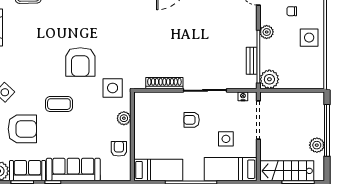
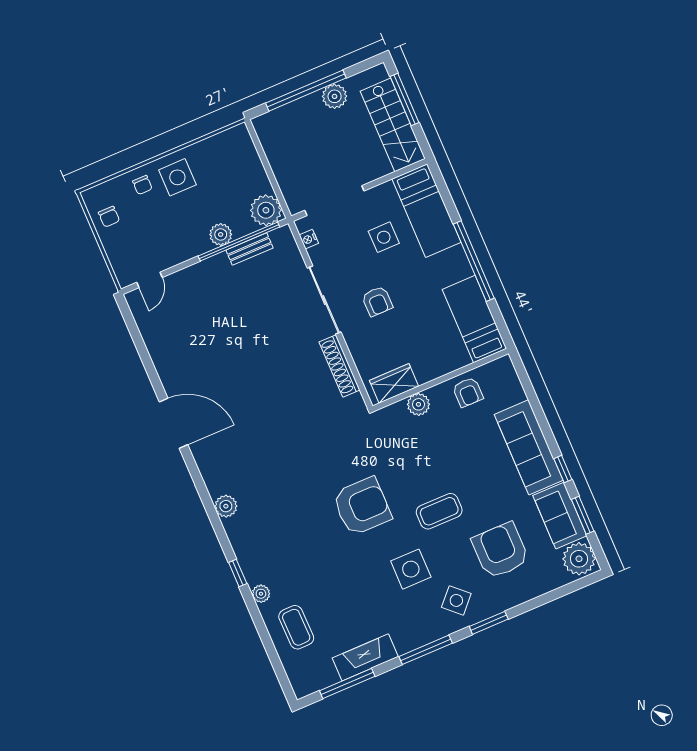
chair: (292, 11) -> (142, 185), moved
plant: (267, 32) -> (221, 234), moved
side table: (113, 88) -> (411, 569), moved
coffee table: (59, 104) -> (439, 511), turned 90
wardrobe: (141, 109) -> (394, 383), added
armchair: (119, 149) -> (468, 392), turned -90

